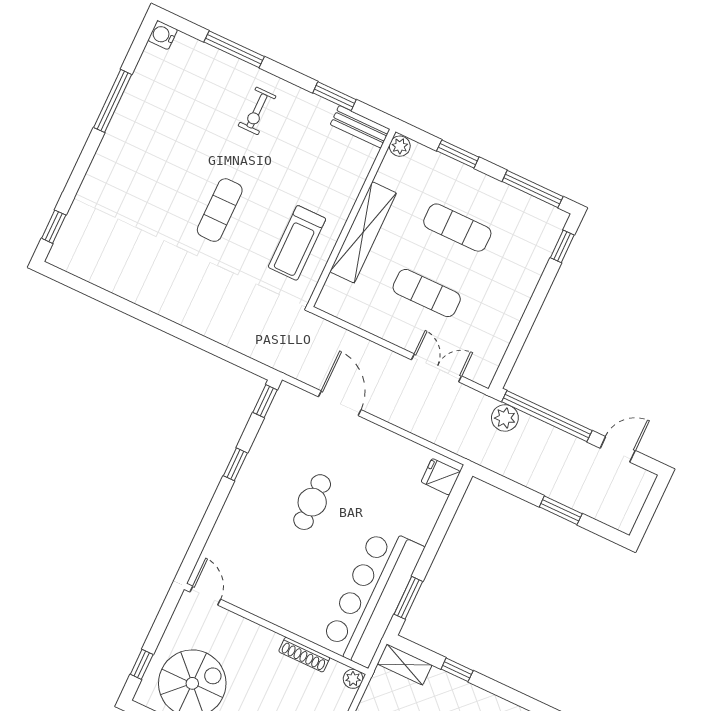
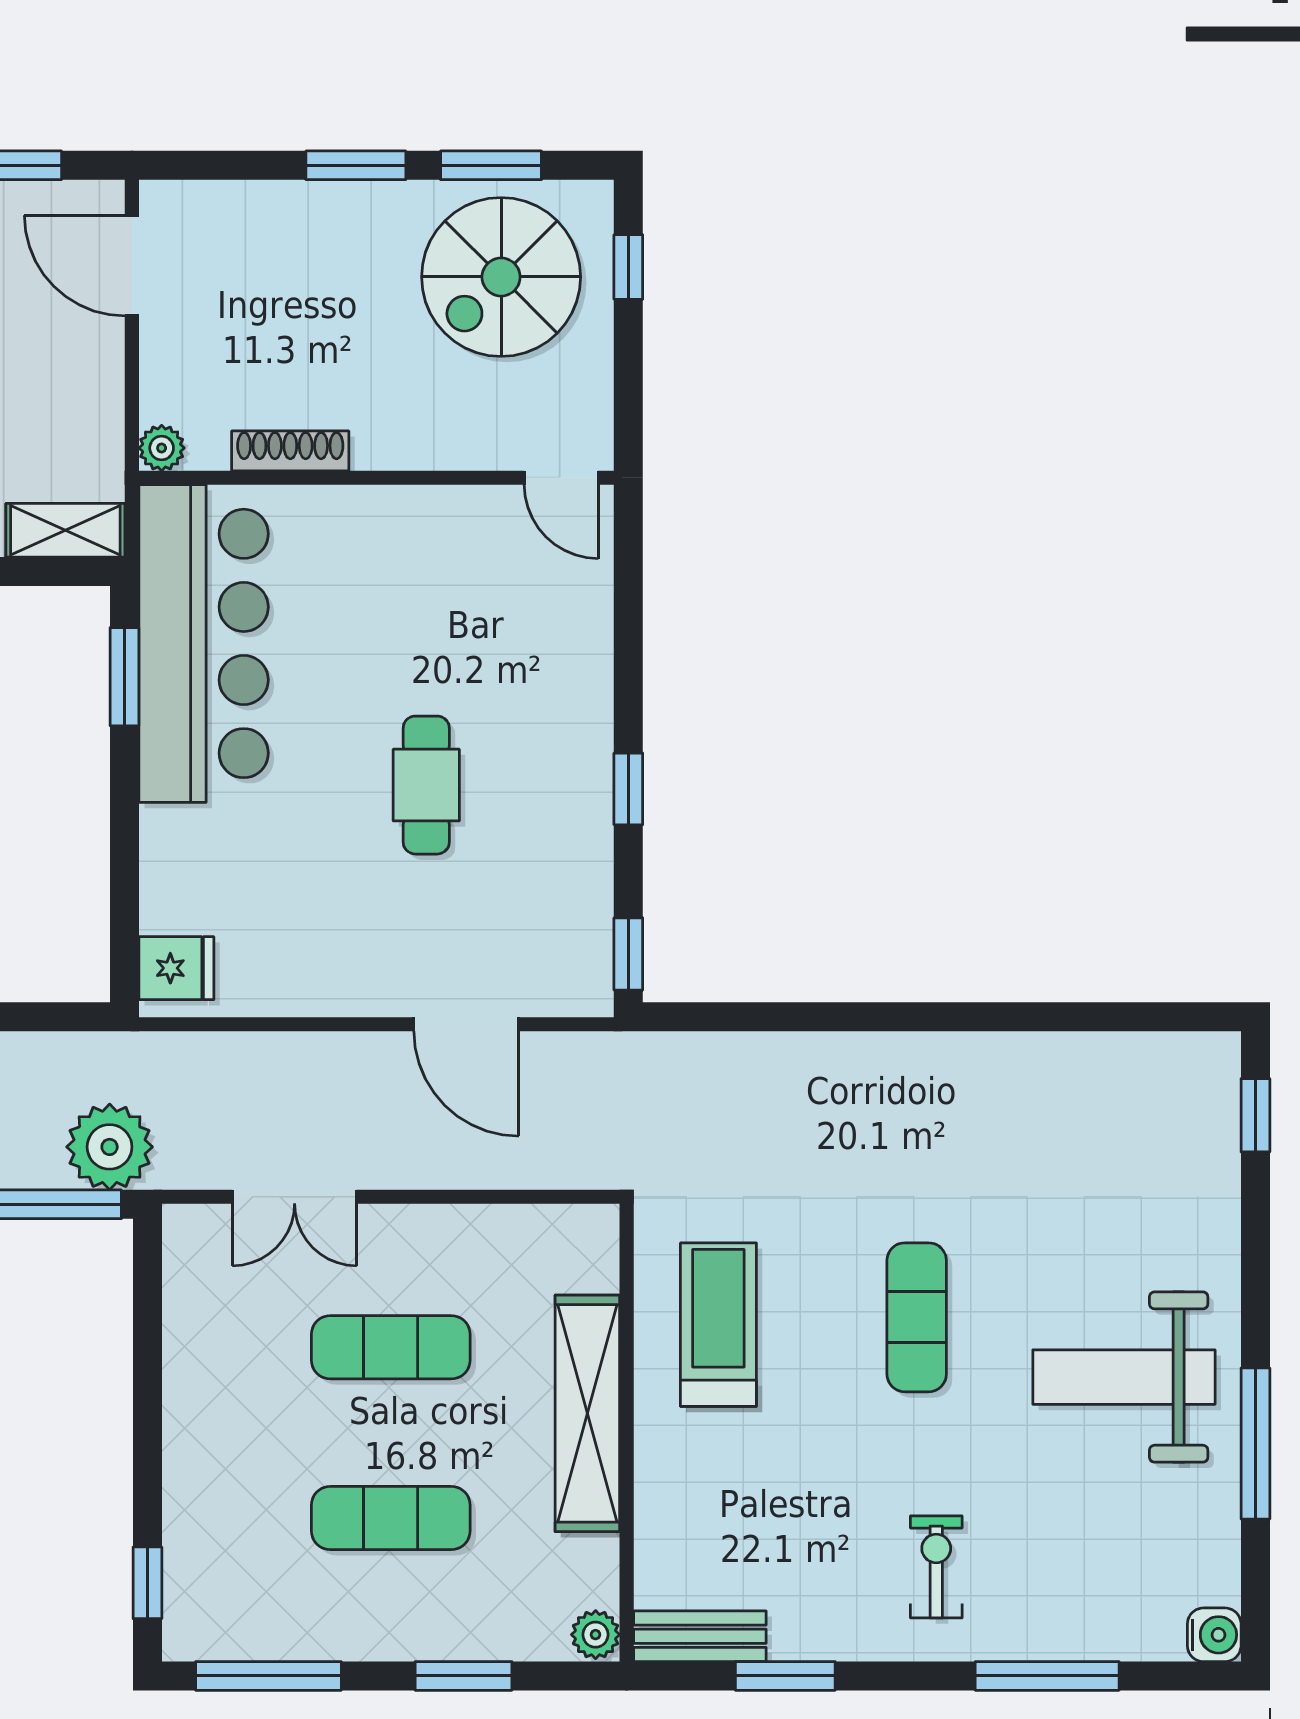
weight bench: (151, 150) -> (1124, 1377), added
plant: (505, 418) -> (110, 1147), width x1.36, depth x1.36

